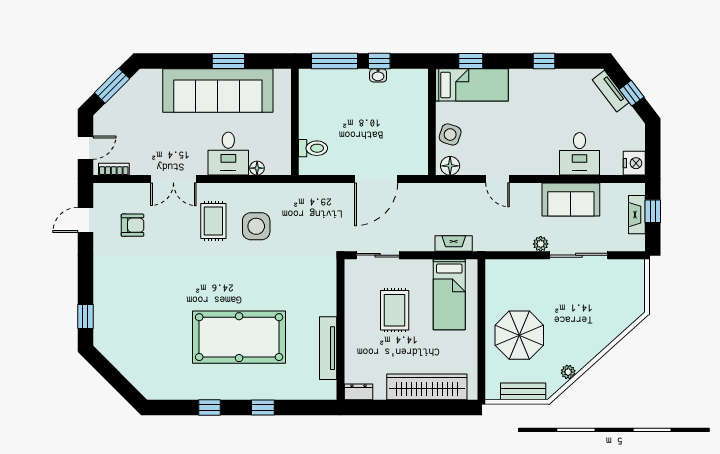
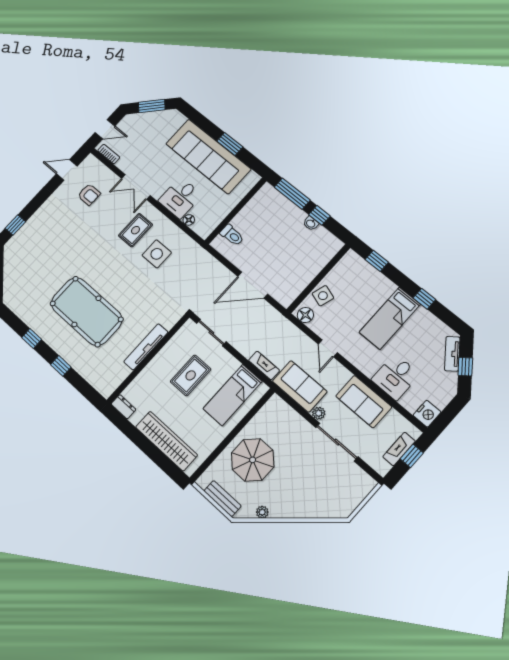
bed: (472, 85) -> (390, 318), moved, turned 90
sofa: (503, 235) -> (300, 386), added
tv unit: (328, 348) -> (146, 347), moved

